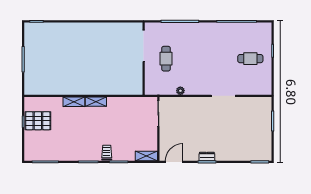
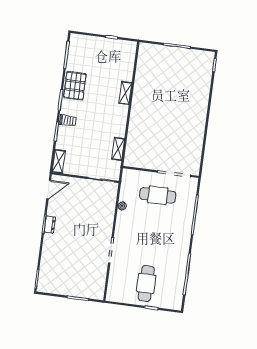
cafe table: (166, 59) -> (158, 195), width x1.37, depth x1.35
cafe table: (250, 59) -> (146, 283), width x1.37, depth x1.35
shelving: (96, 102) -> (118, 149), moved
pallet: (38, 121) -> (75, 86), moved
door: (174, 162) -> (49, 190), hinge flipped

